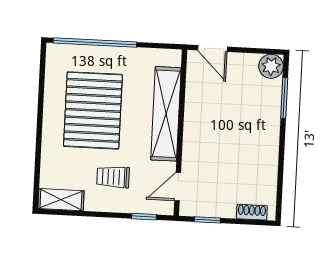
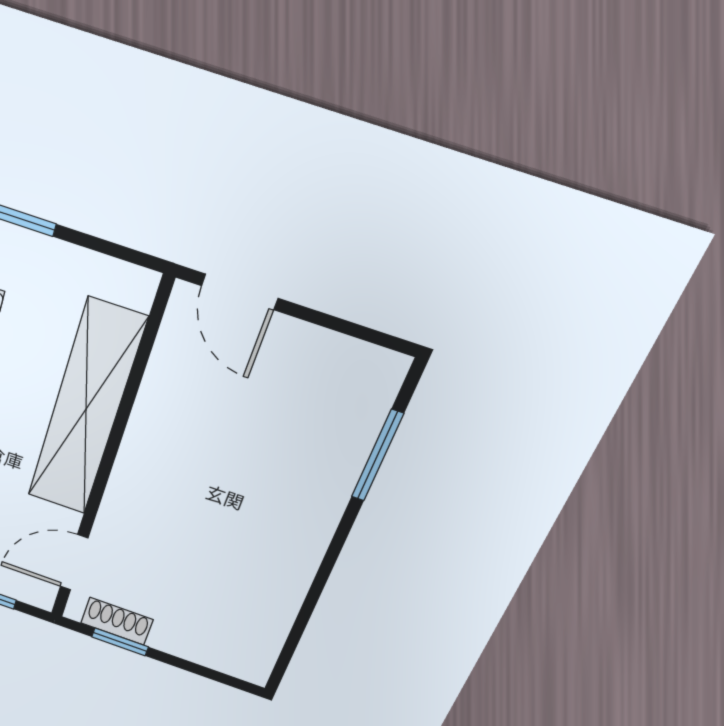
plant: (271, 66) -> (372, 375), removed
shoe rack: (252, 212) -> (117, 621), moved

